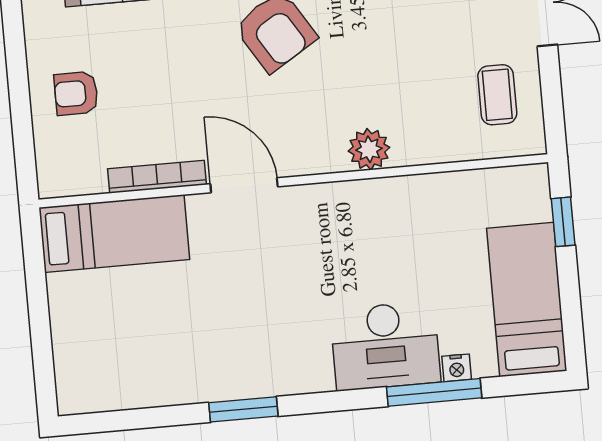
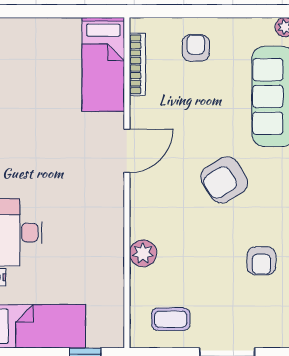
plant: (369, 149) -> (143, 253), moved
bookcase: (157, 177) -> (137, 64), moved

